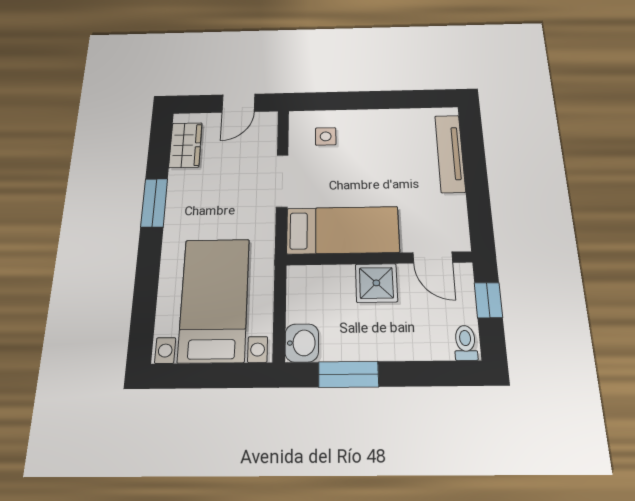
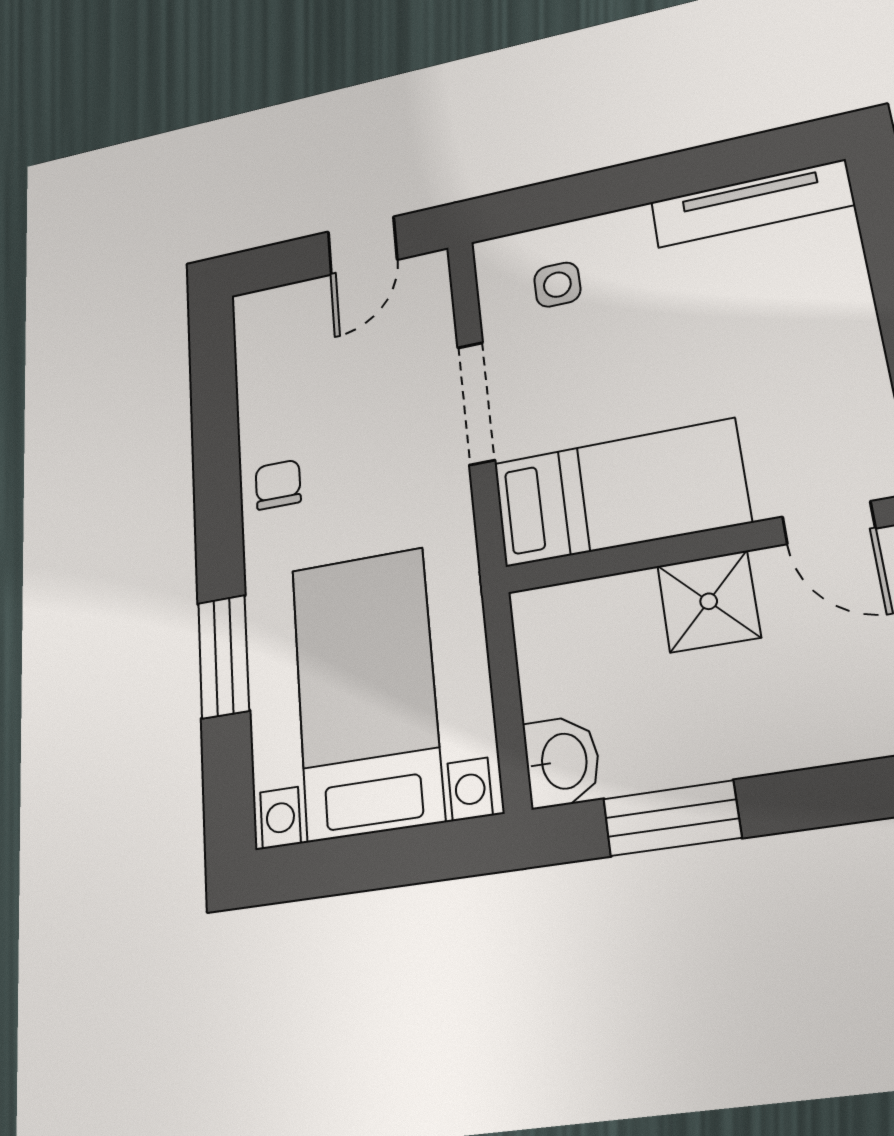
wardrobe: (185, 145) -> (265, 360), removed
tv unit: (450, 153) -> (752, 204), moved, turned -90
chair: (184, 201) -> (278, 485), added
window: (154, 203) -> (223, 656), moved

